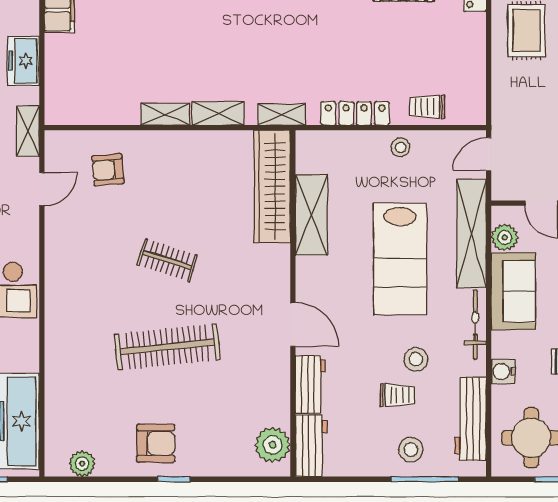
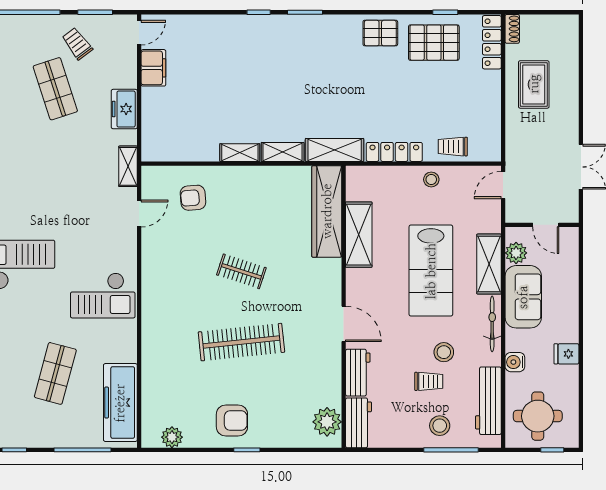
shelving: (282, 115) -> (335, 150), width x1.50, depth x1.33
shelving: (471, 234) -> (489, 264), width x0.68

